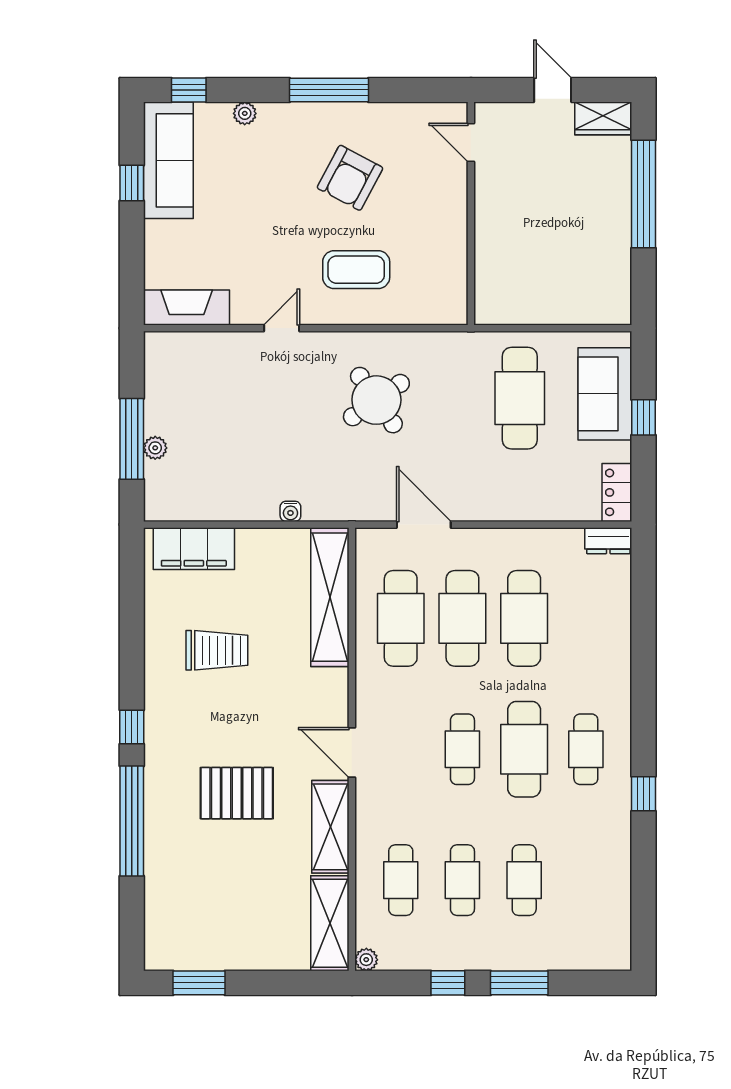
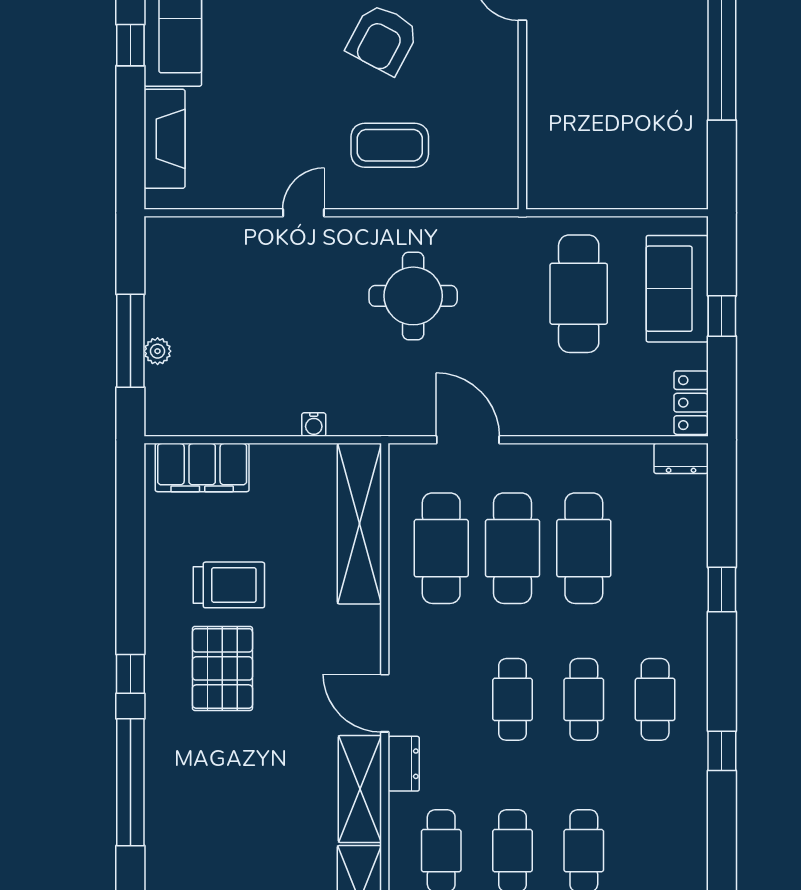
fireplace: (187, 307) -> (164, 139), moved, turned 90
round table: (376, 400) -> (413, 296), turned 35
window: (644, 654) -> (722, 589), added
cafe table: (524, 749) -> (584, 699), width x0.73, depth x0.74
pallet: (237, 793) -> (222, 668), moved, turned 90
dresser: (368, 805) -> (404, 764), added

